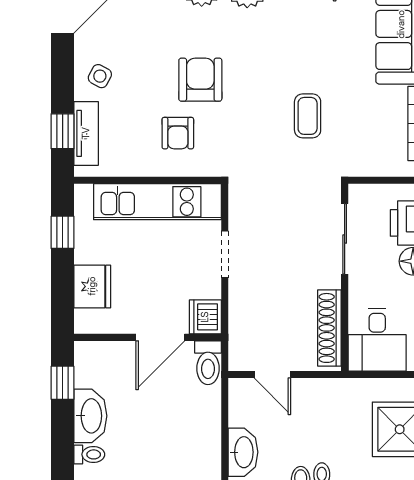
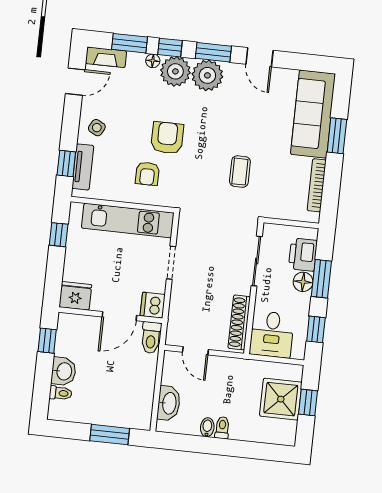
fridge: (92, 286) -> (75, 296), moved, turned -90
washbasin: (90, 416) -> (64, 371), width x0.72

